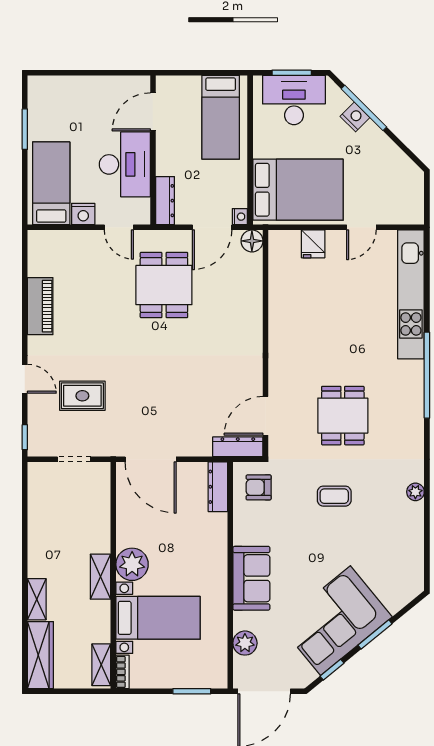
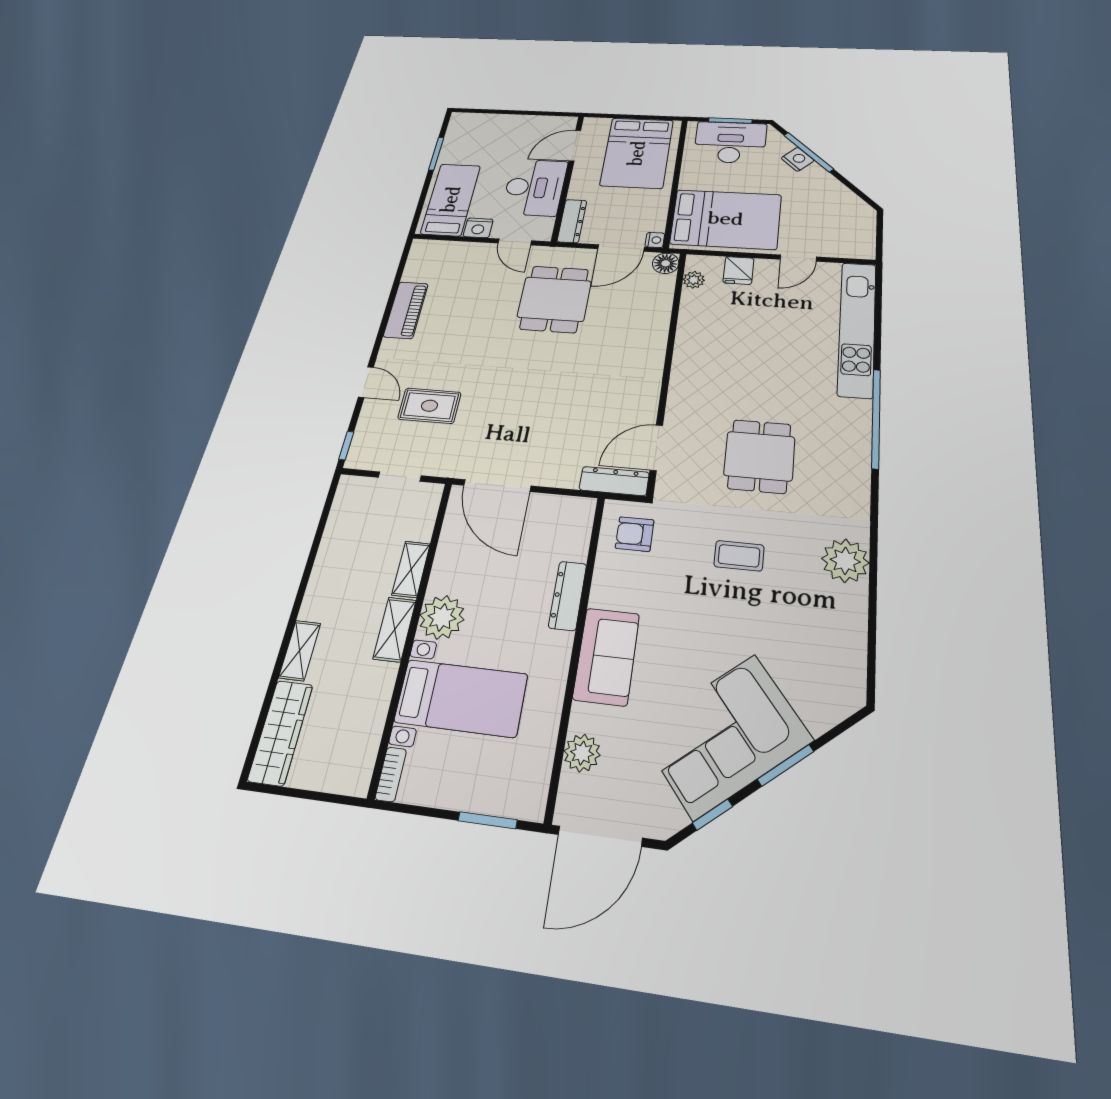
bed: (221, 117) -> (637, 153), width x1.50
plant: (277, 256) -> (694, 280), added
dresser: (218, 487) -> (568, 596), moved
plant: (415, 492) -> (845, 561), width x1.88, depth x1.88
shelving: (101, 665) -> (411, 569), moved

